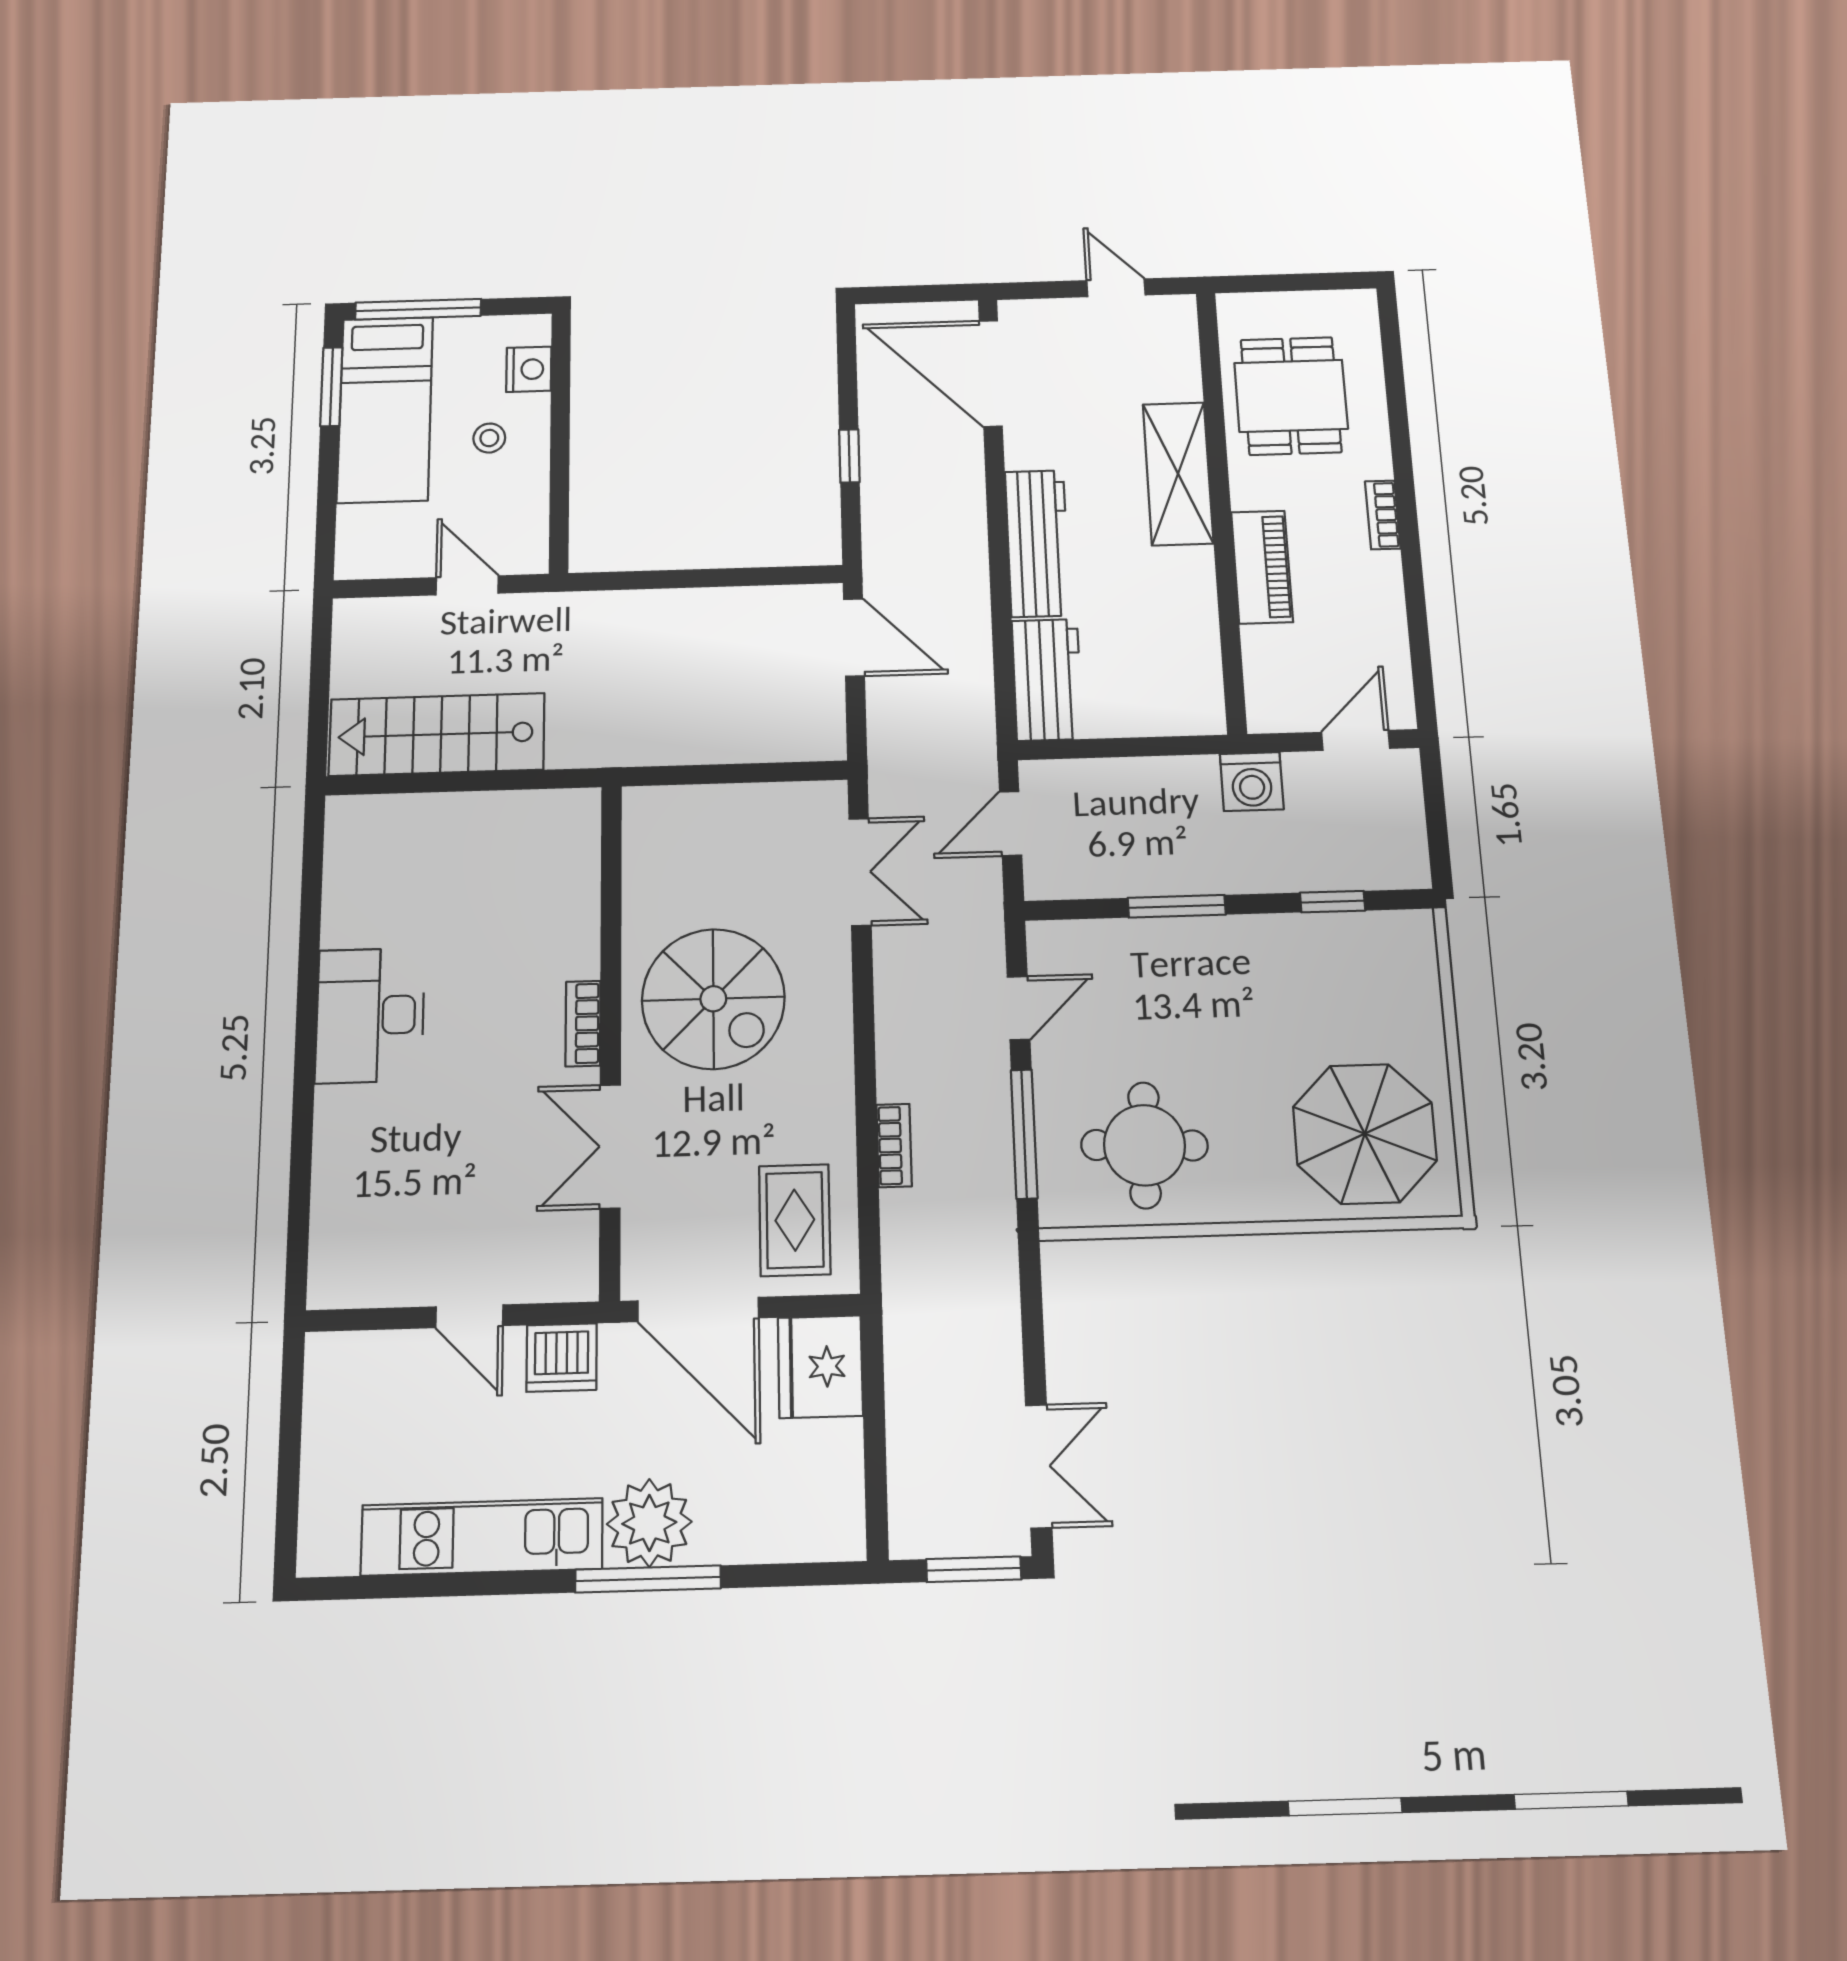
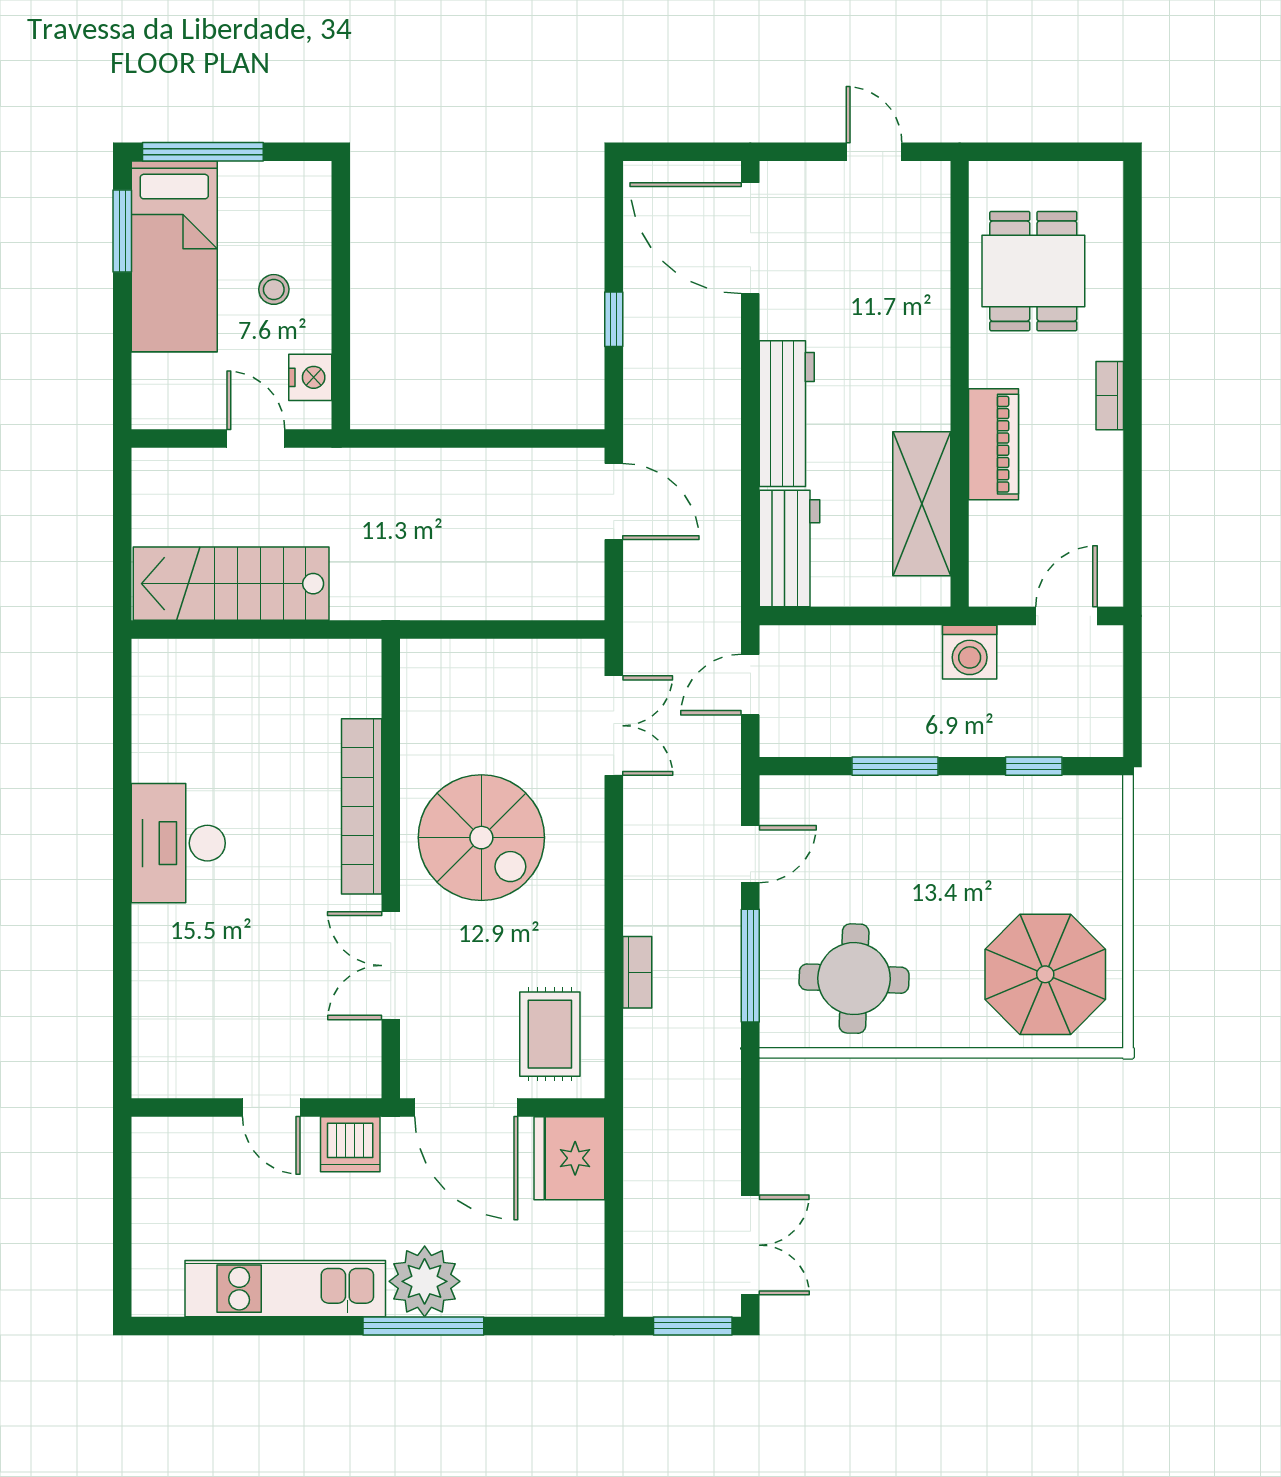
nightstand: (529, 369) -> (310, 377), moved
shelving: (1178, 474) -> (922, 504), moved
bookcase: (583, 1023) -> (362, 806), width x2.31, depth x1.31

